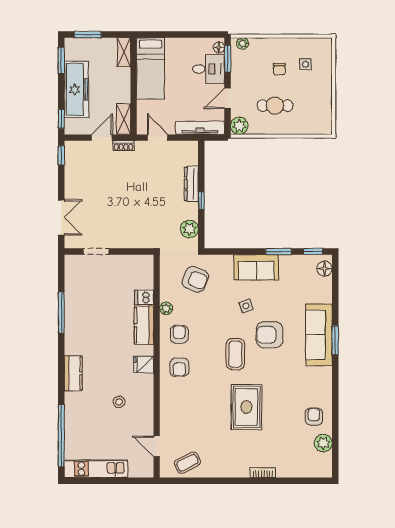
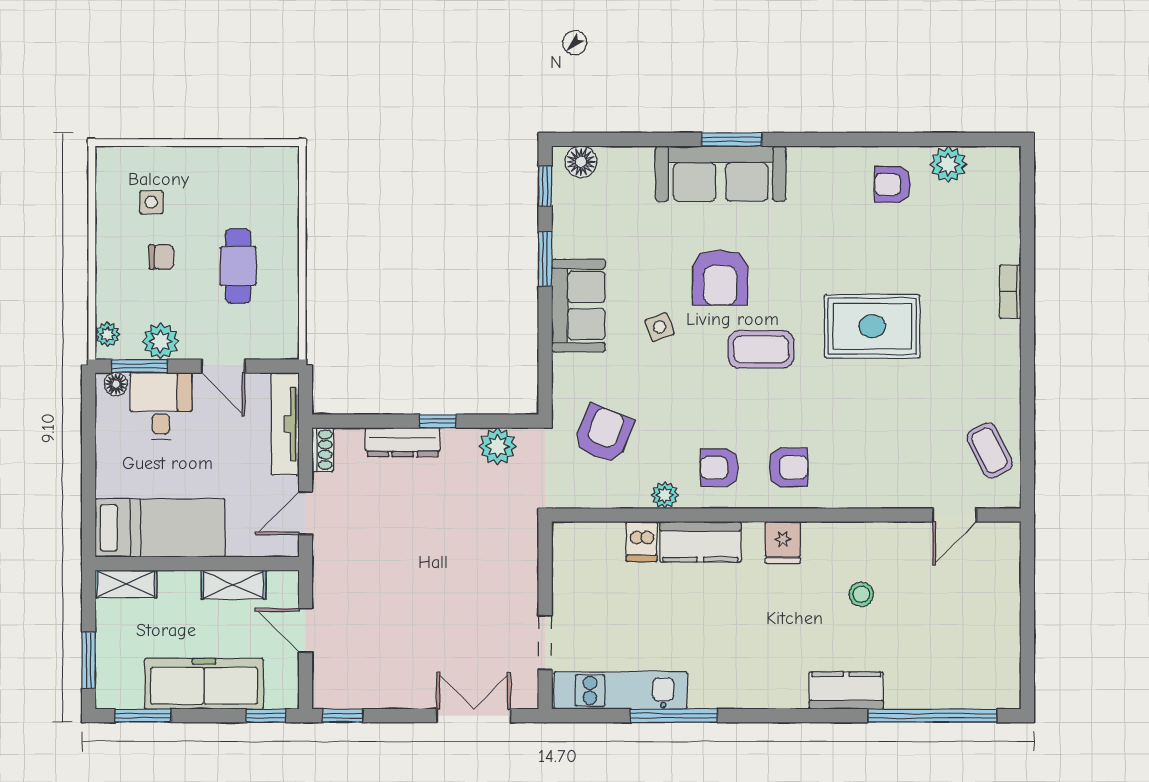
shelving: (124, 119) -> (234, 585), moved
plant: (239, 126) -> (161, 341), moved
shoe rack: (124, 146) -> (323, 450), moved
kitchen counter: (73, 373) -> (846, 691), moved
kitchen unit: (96, 469) -> (621, 690), moved, turned 90

